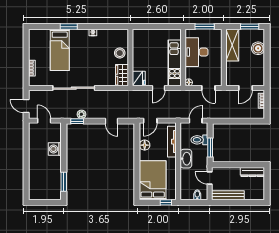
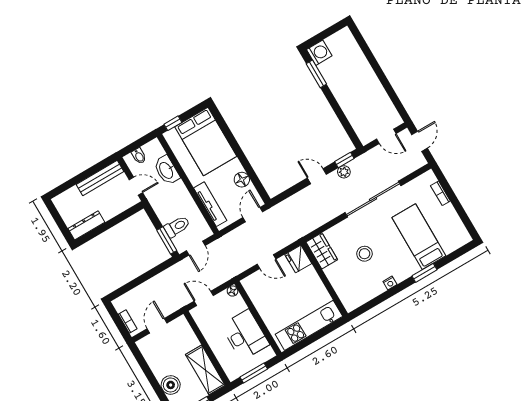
stool: (120, 53) -> (365, 254), moved
kitchen unit: (175, 63) -> (309, 325), moved, turned -90
door: (159, 88) -> (266, 262), swing flipped
door: (26, 106) -> (420, 141), hinge flipped
door: (111, 121) -> (317, 176), moved
window: (210, 147) -> (167, 240), moved
washing machine: (55, 149) -> (319, 53), moved
washbasin: (186, 159) -> (167, 170), moved

